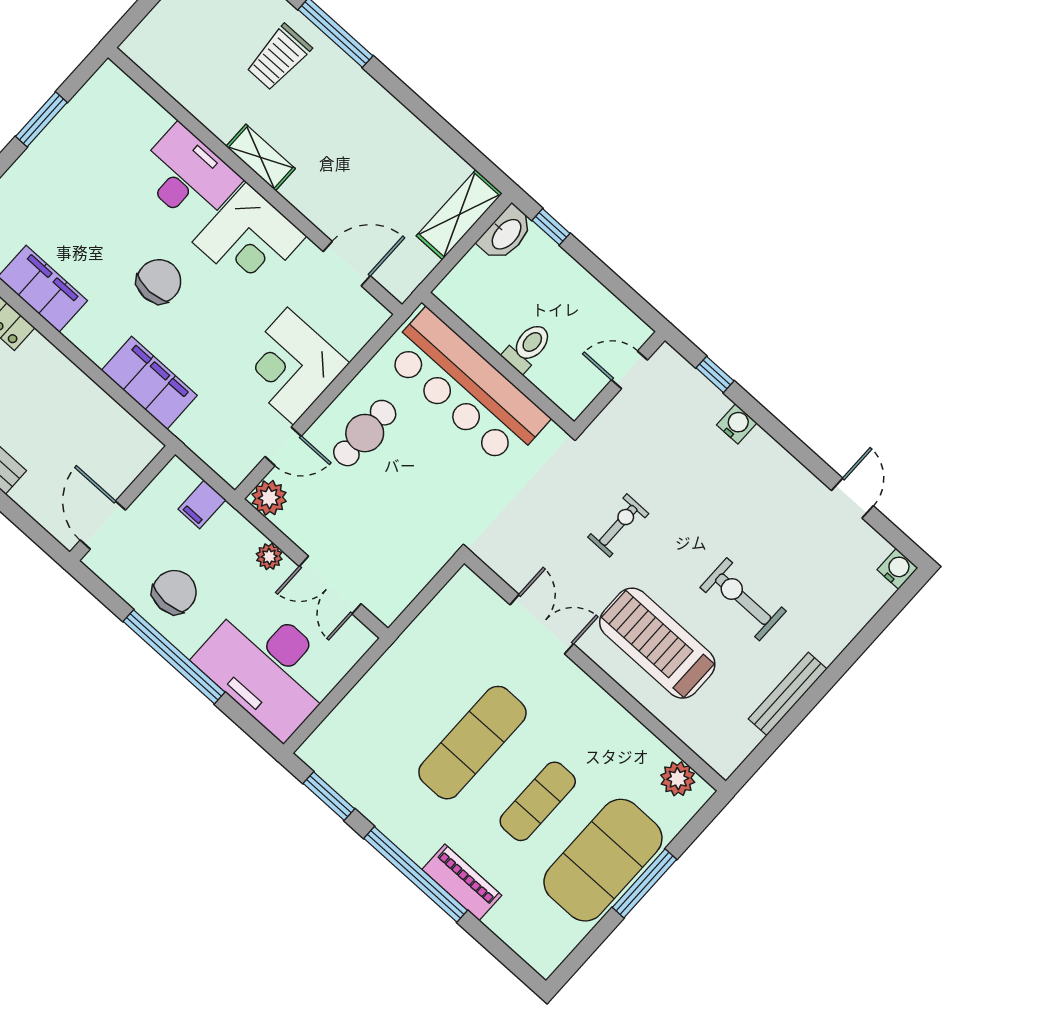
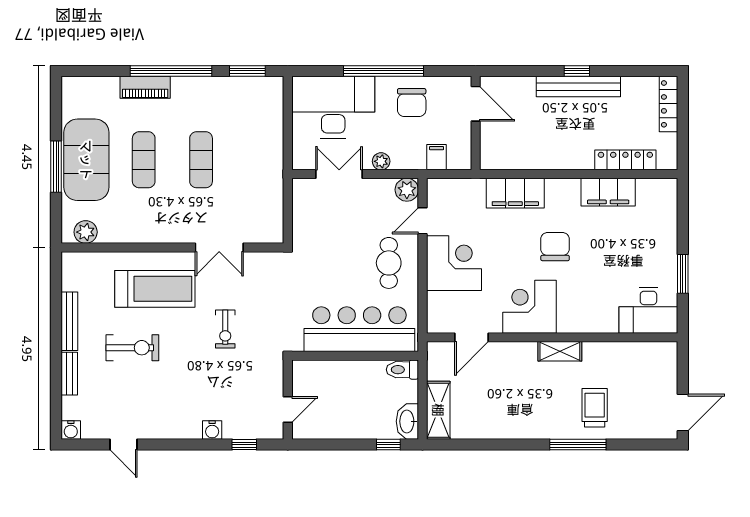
desk: (188, 176) -> (648, 310), moved
chair: (159, 281) -> (555, 247), turned 180
toilet: (528, 347) -> (402, 370), moved, turned 90
bench: (841, 634) -> (69, 374), added
exercise mat: (472, 743) -> (201, 160), width x0.73, depth x0.69

